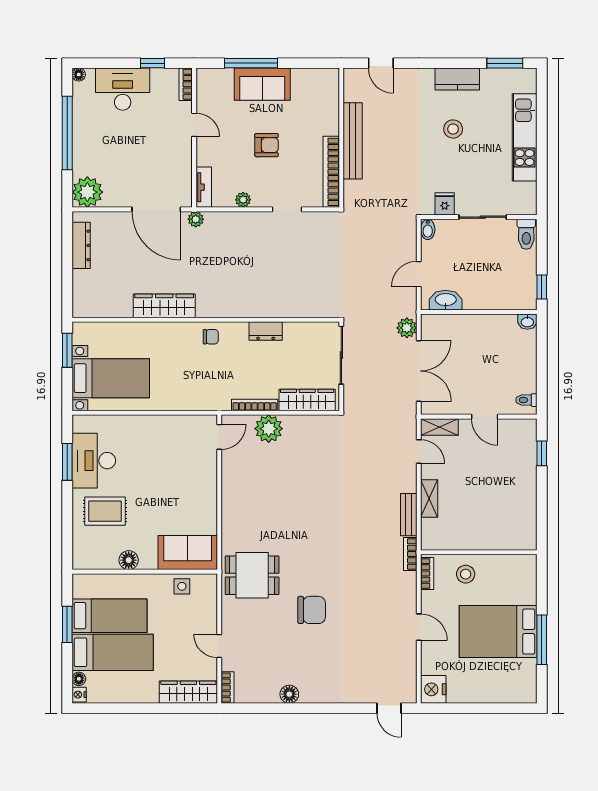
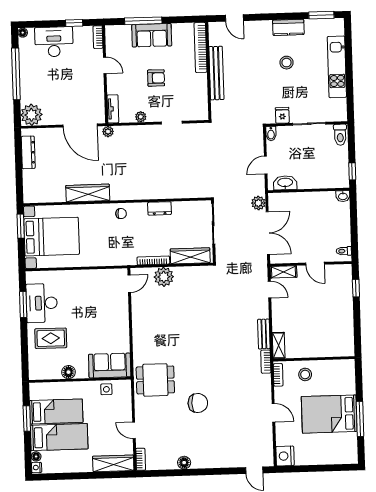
bookcase: (331, 172) -> (201, 47), moved
bed with nightstands: (111, 378) -> (52, 237), width x1.36
shelving: (429, 499) -> (279, 345), moved

